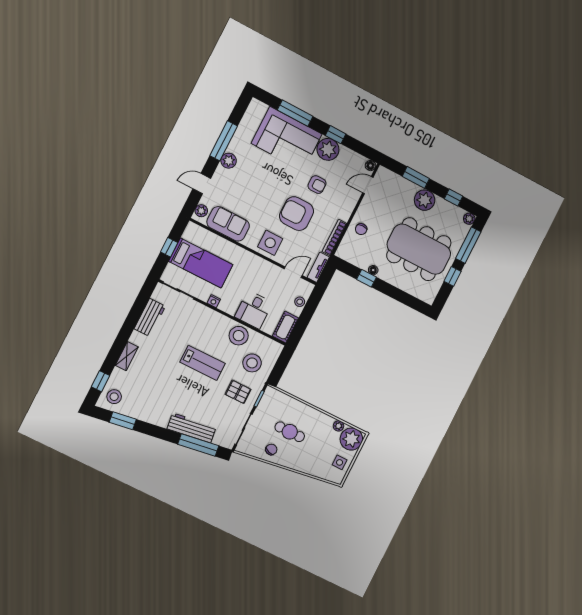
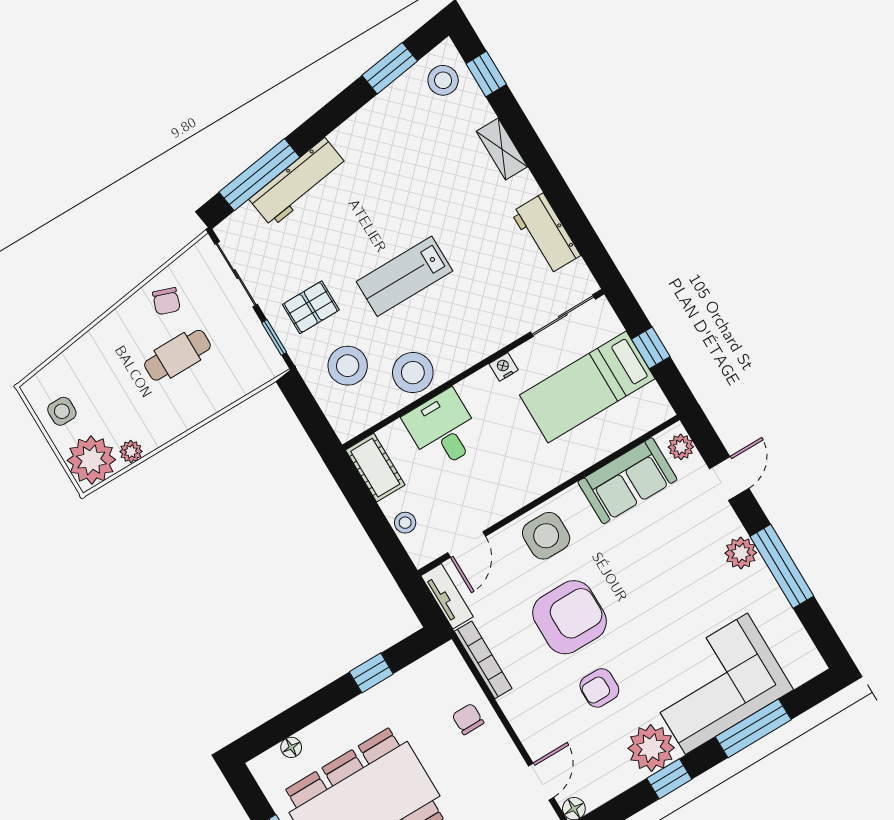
floor lamp: (373, 270) -> (291, 747), moved

